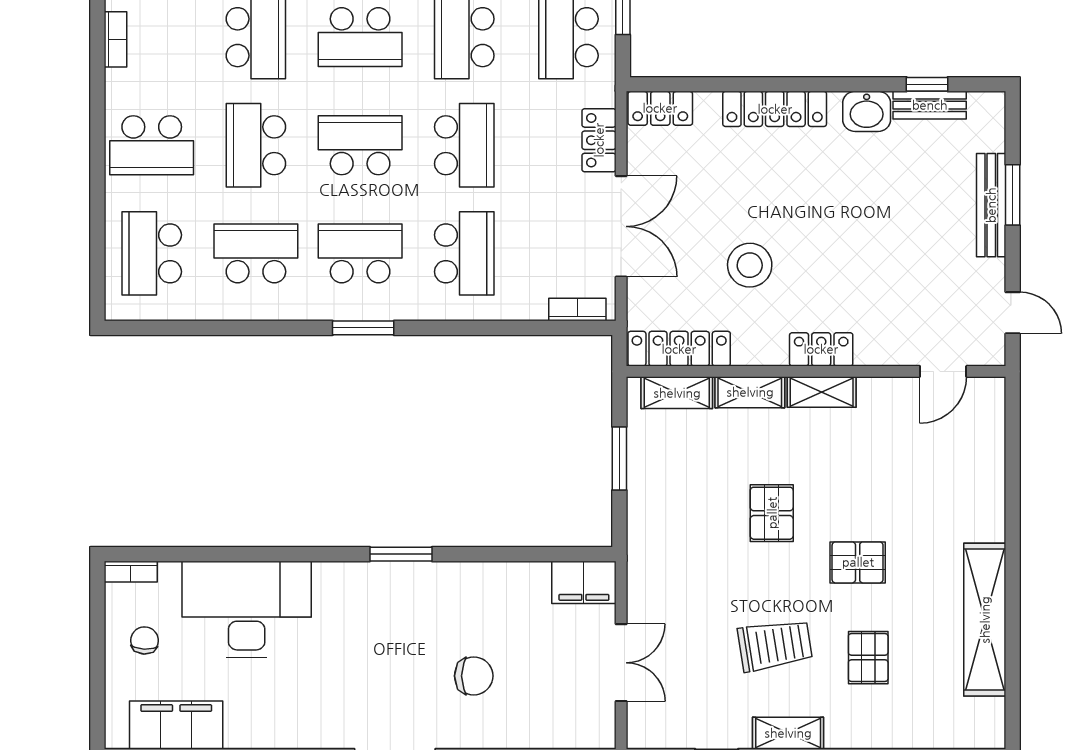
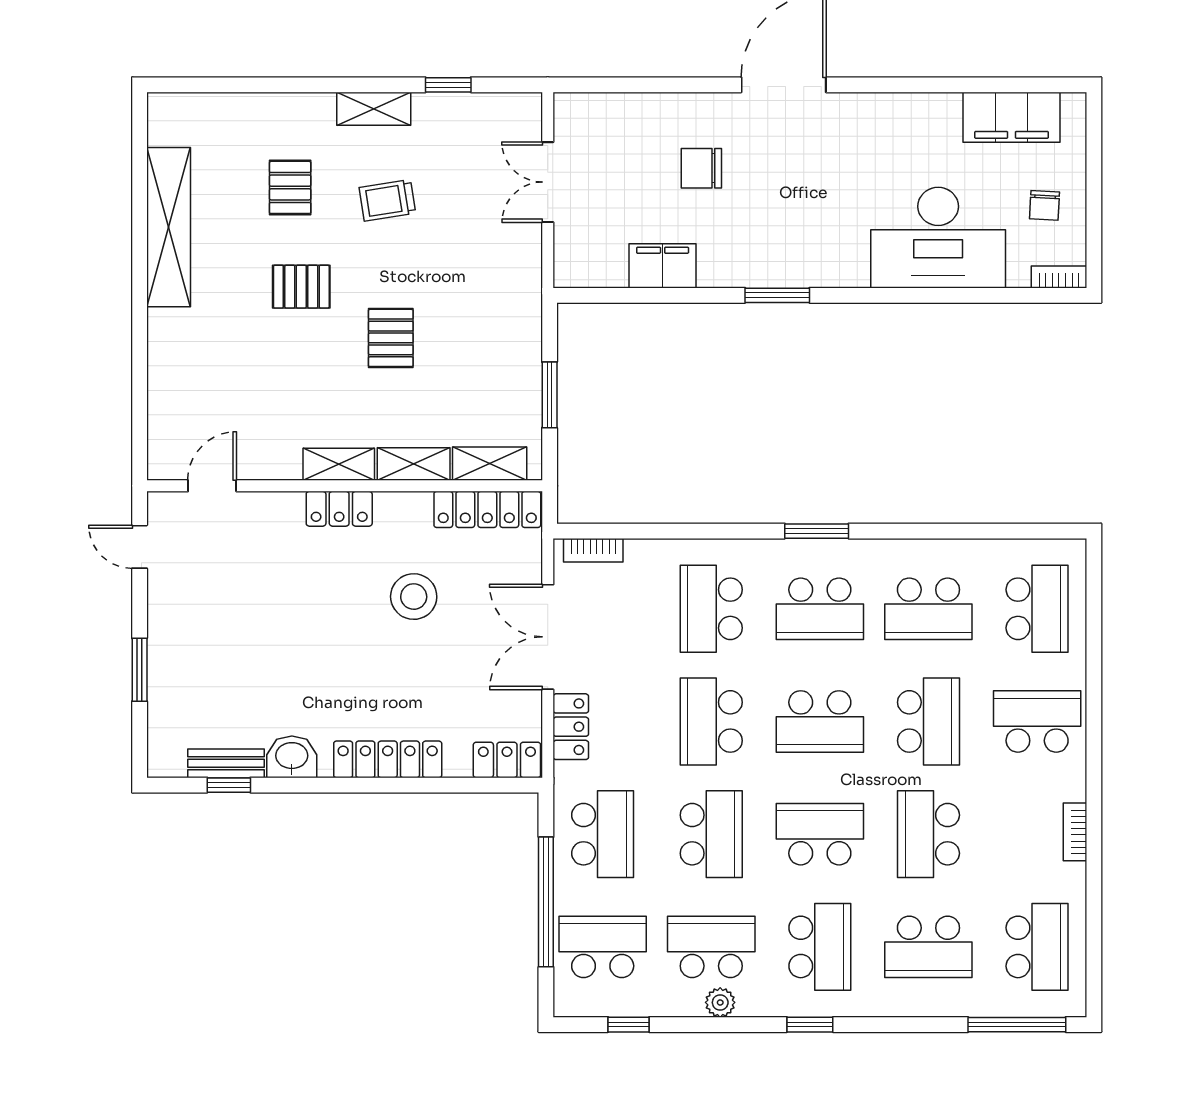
bench: (991, 205) -> (162, 659), removed
filing cabinet: (584, 582) -> (663, 266), moved
trolley: (775, 645) -> (387, 200), width x0.73, depth x0.72

